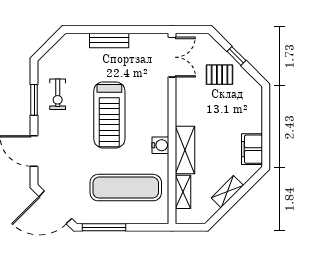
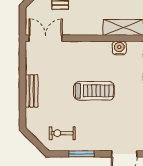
exercise bike: (58, 94) -> (62, 133), moved, turned 180
treadmill: (109, 115) -> (94, 91), width x0.73, depth x0.73

